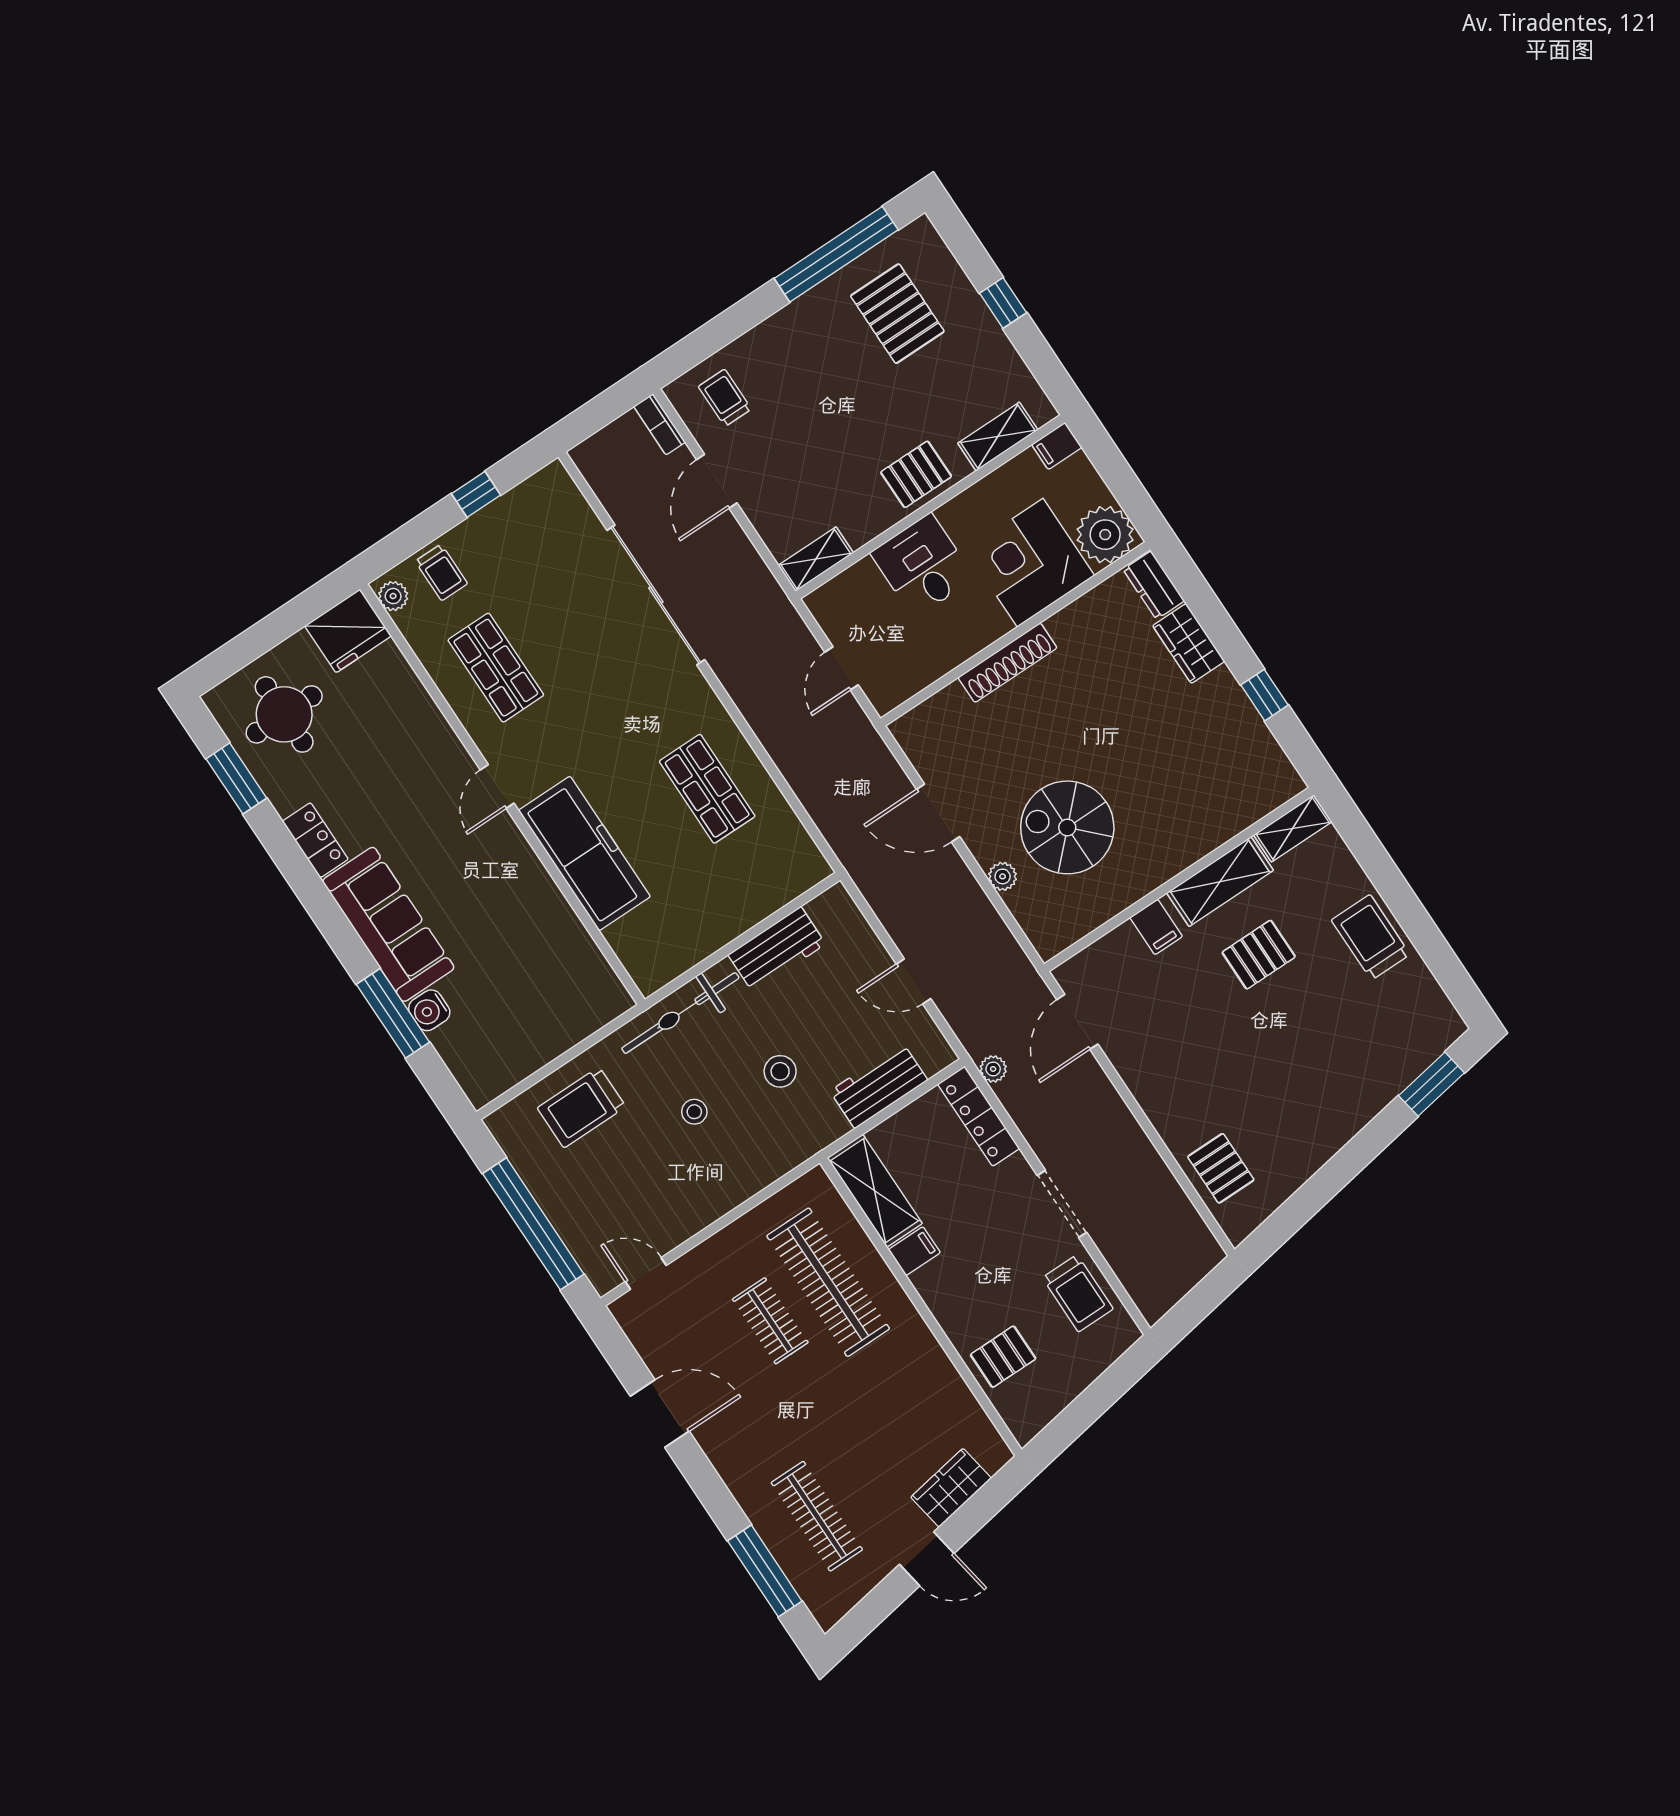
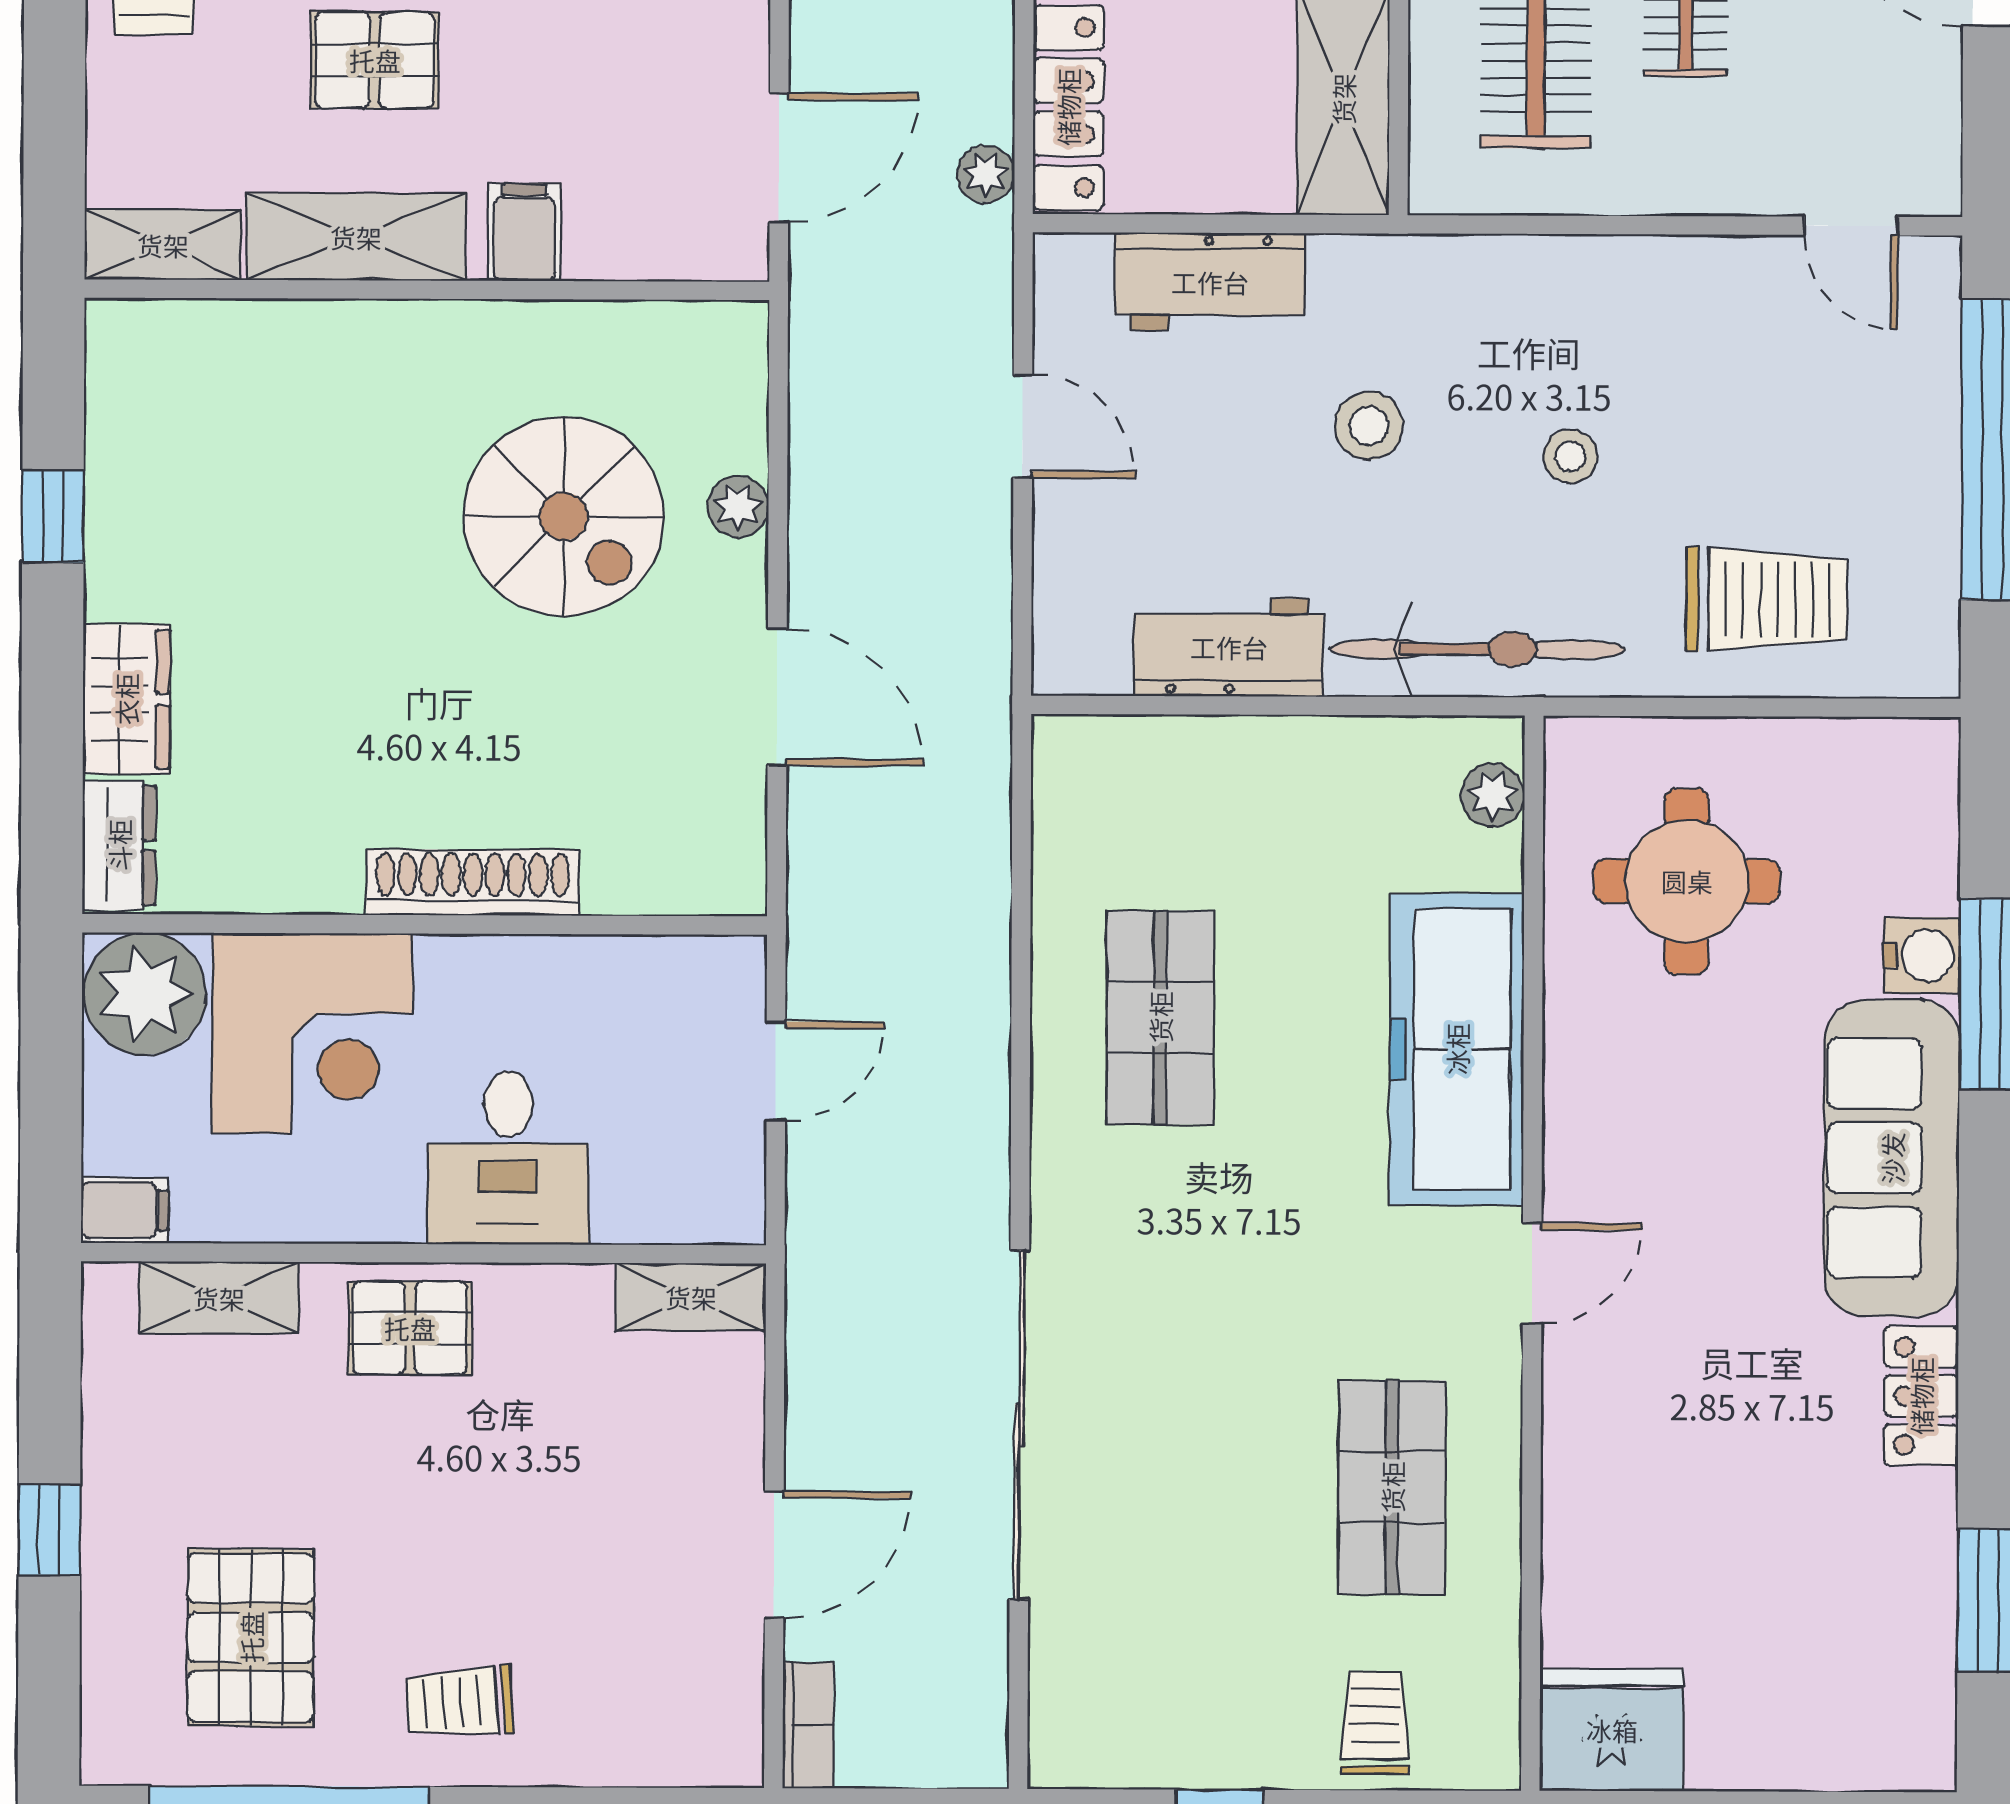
trolley: (725, 398) -> (459, 1702), moved, turned 86
plant: (393, 596) -> (1493, 795), moved
round table: (284, 714) -> (1687, 881), moved

